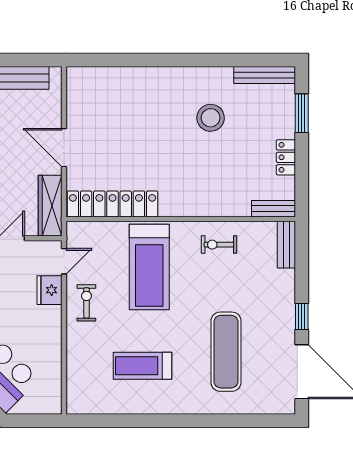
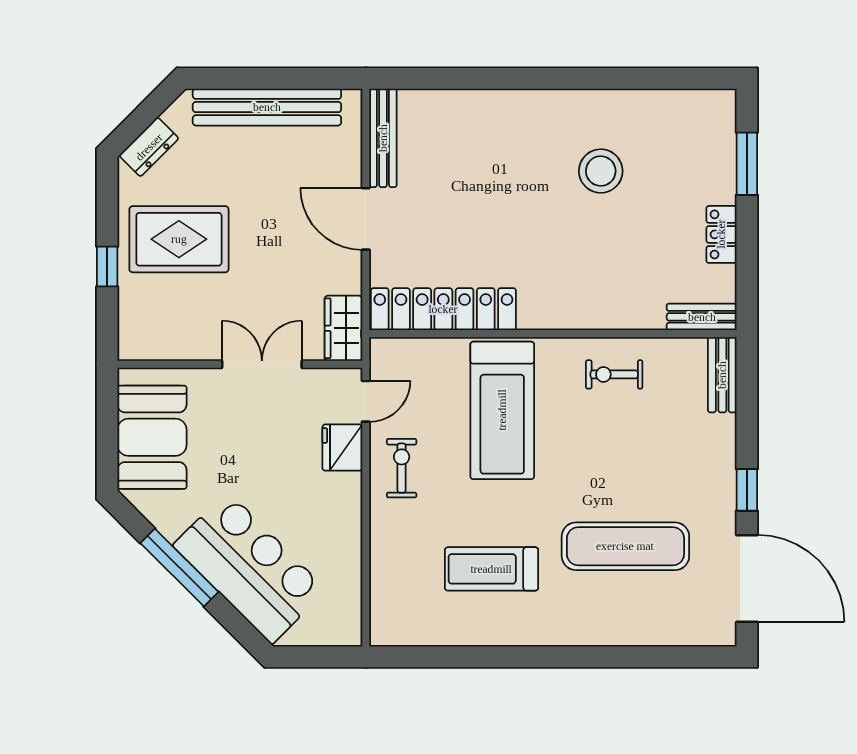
bench: (265, 75) -> (383, 138), moved, turned 90
wardrobe: (50, 206) -> (343, 328), width x0.67
exercise mat: (226, 352) -> (625, 546), turned 90

